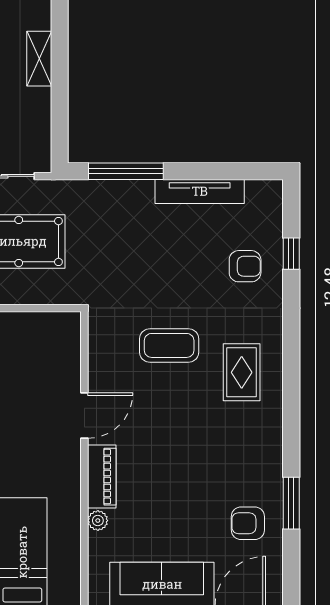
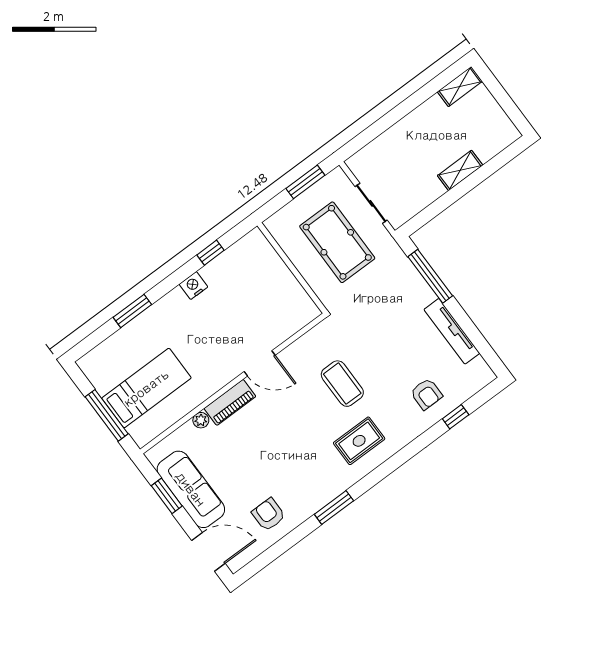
window: (291, 503) -> (334, 507), moved

